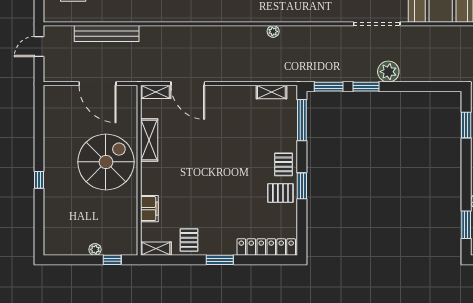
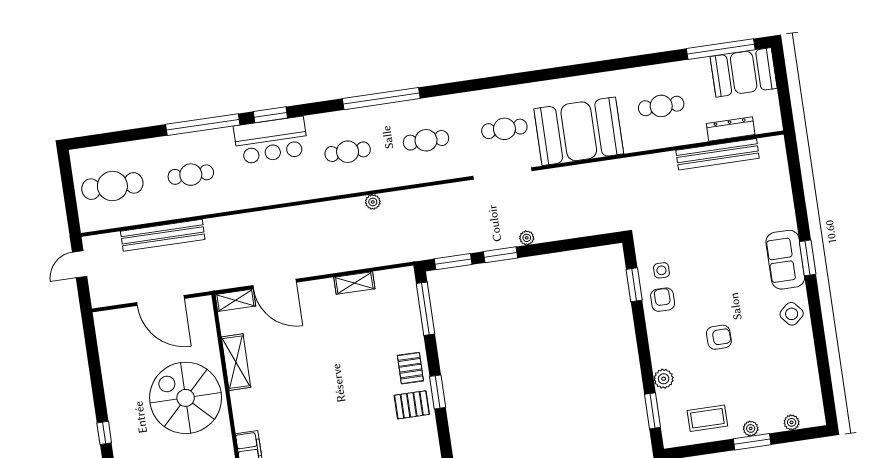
plant: (388, 72) -> (527, 238), width x0.53, depth x0.53
shelving: (271, 92) -> (354, 283), moved
spiral stairs: (106, 162) -> (186, 398), turned -90

